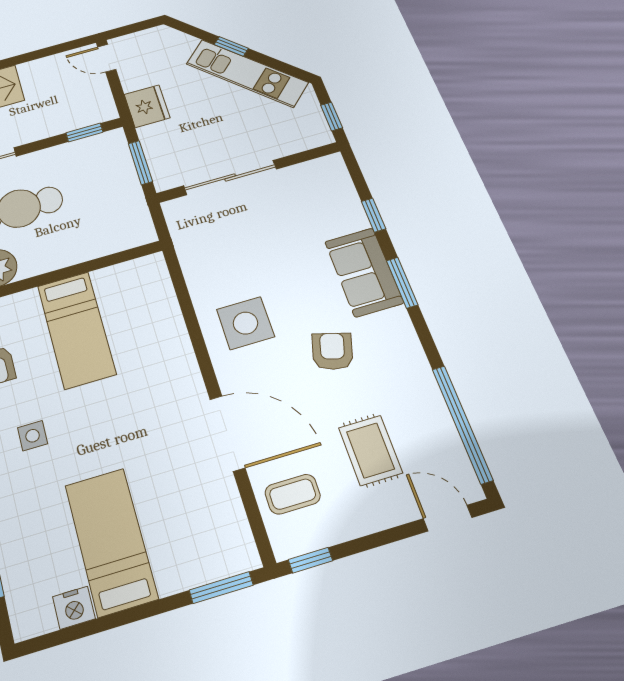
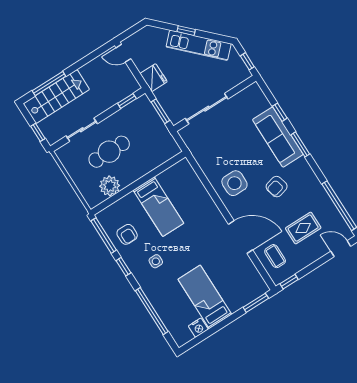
sofa: (364, 272) -> (278, 137), width x1.36
armchair: (332, 351) -> (277, 187), turned -120
rug: (370, 450) -> (303, 228), turned 90
coffee table: (293, 494) -> (275, 256), turned 90

